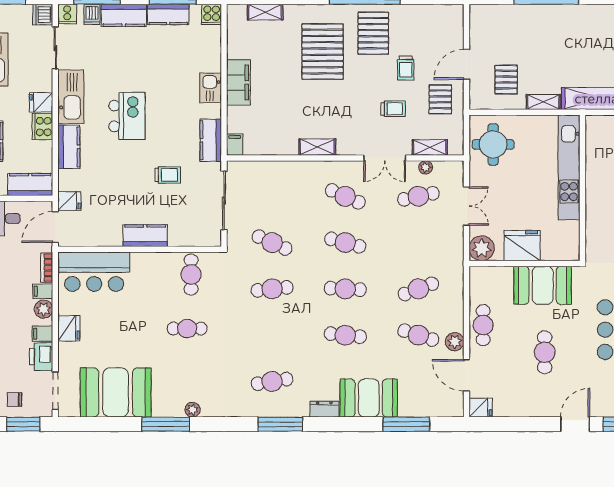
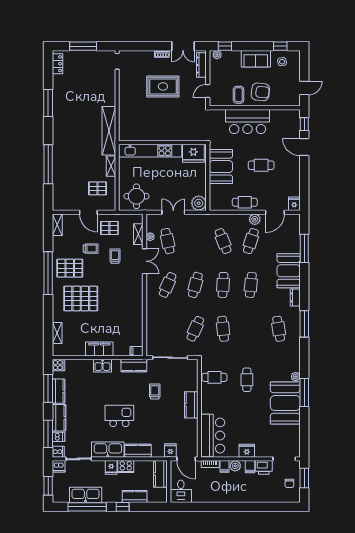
shelving: (317, 147) -> (57, 225), moved
fridge: (522, 245) -> (193, 153), moved, turned -90
booth: (116, 392) -> (285, 403), moved

